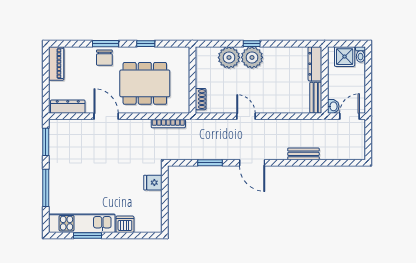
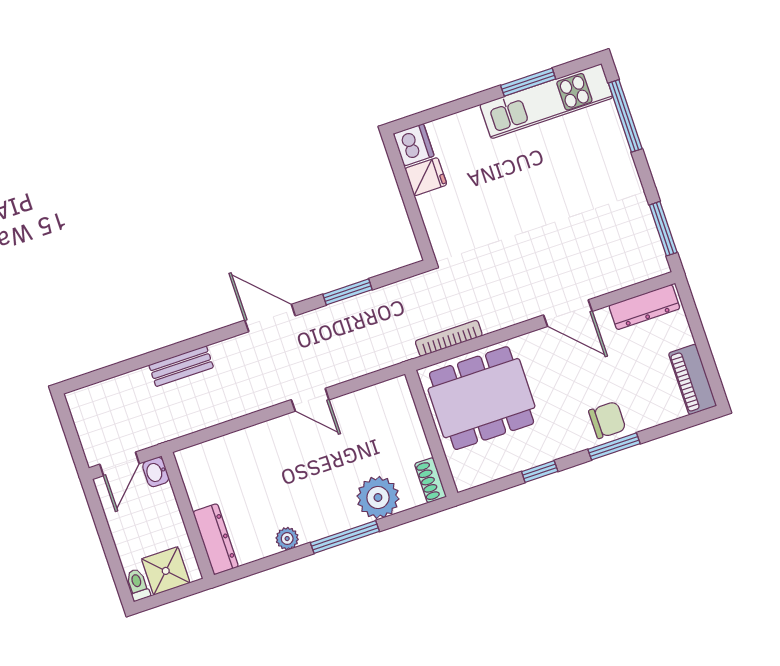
window: (252, 44) -> (345, 537), width x2.17
plant: (252, 57) -> (287, 539), moved, width x0.53, depth x0.53
chair: (104, 58) -> (607, 420), turned 90
dining table: (145, 83) -> (482, 398), moved
bench: (316, 98) -> (193, 477), removed
shoe rack: (201, 99) -> (430, 480), moved
fridge: (153, 183) -> (426, 177), moved
window: (46, 188) -> (625, 116), moved
dishwasher: (125, 224) -> (414, 145), moved, turned -90

